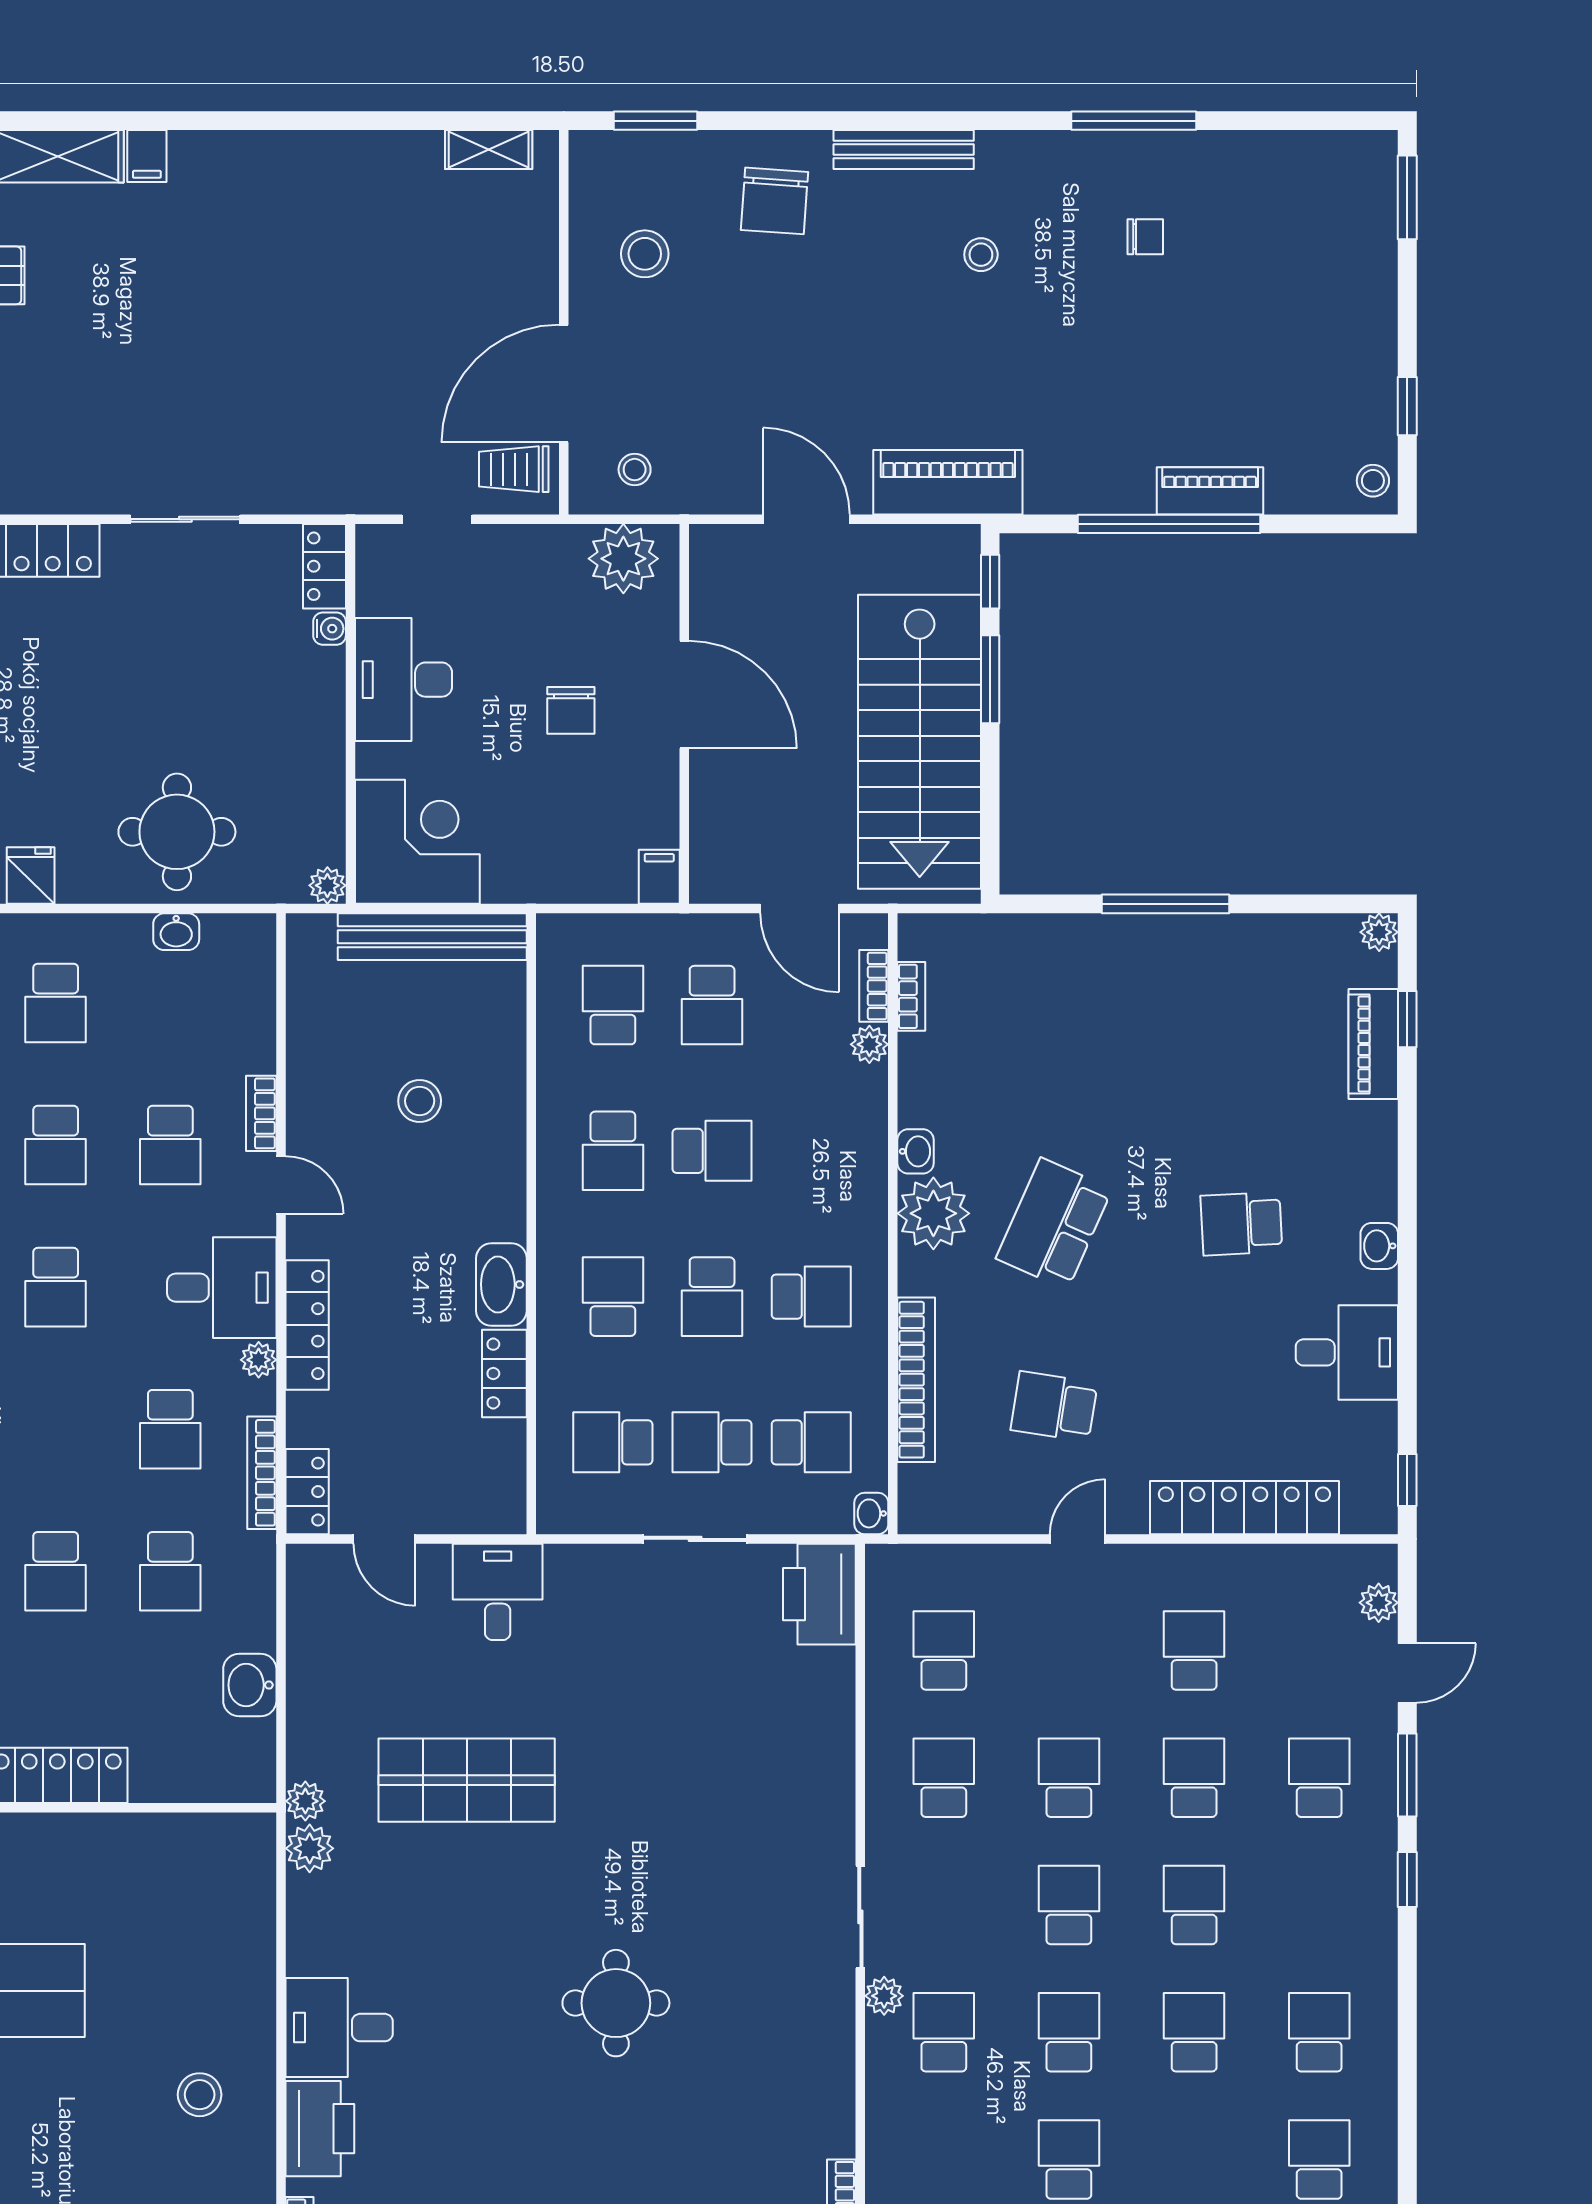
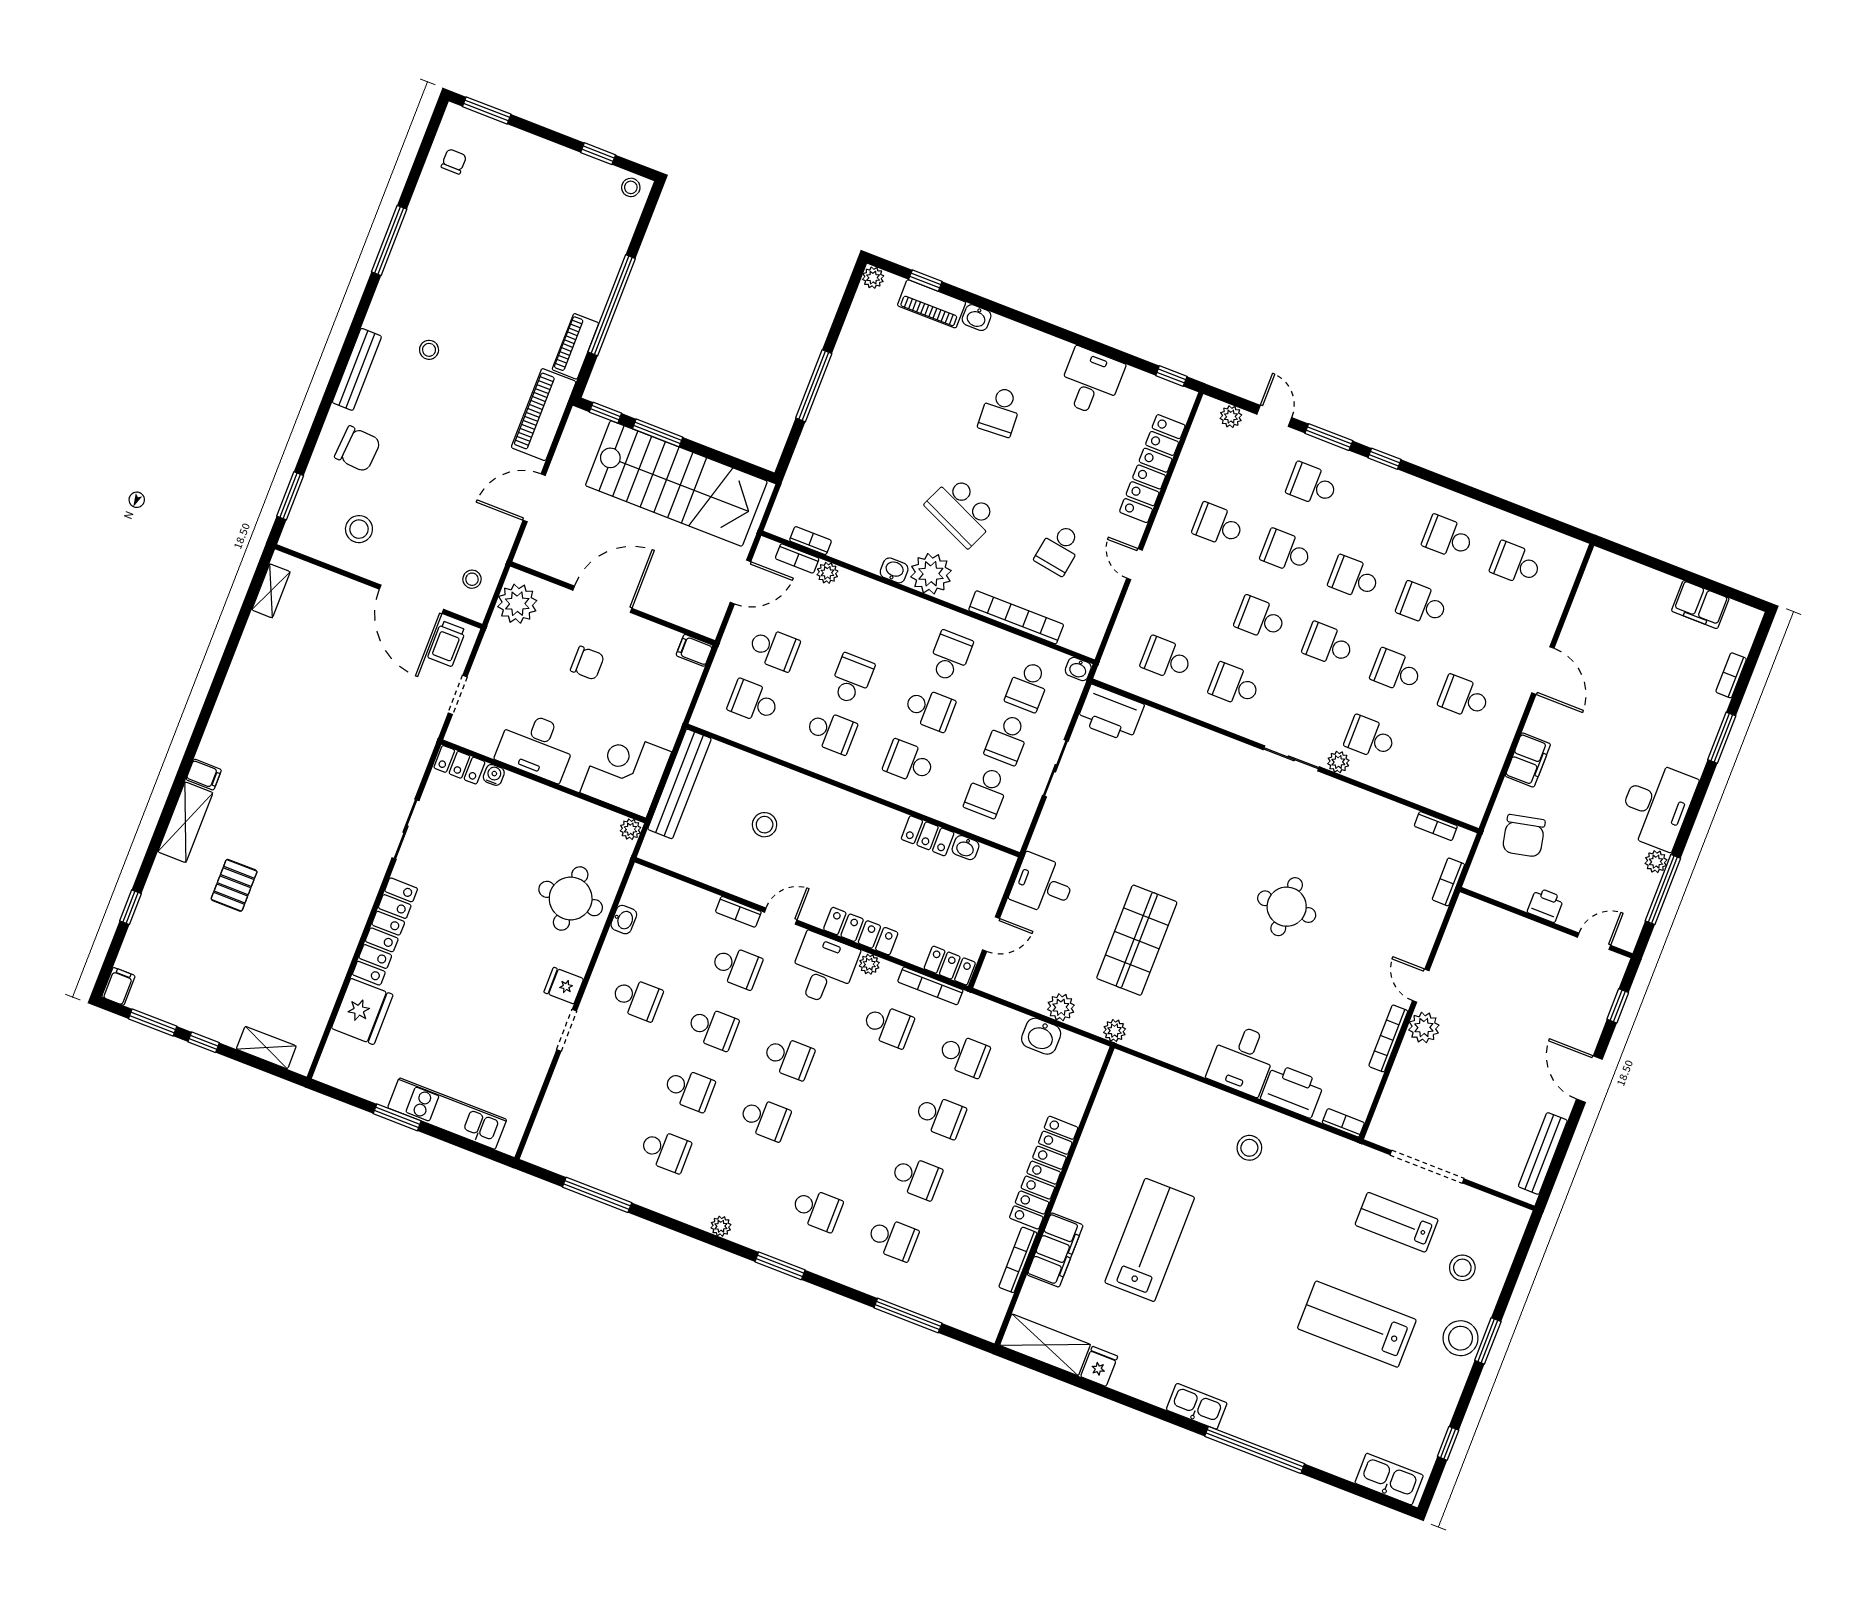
chair: (1145, 237) -> (454, 161), moved
piano: (1210, 491) -> (575, 346), moved
washbasin: (1379, 1246) -> (977, 318), moved
washbasin: (501, 1284) -> (965, 848), moved, width x0.52, depth x0.69
school desk: (811, 1442) -> (1028, 686), turned 180
plant: (310, 1848) -> (1061, 1007), moved

